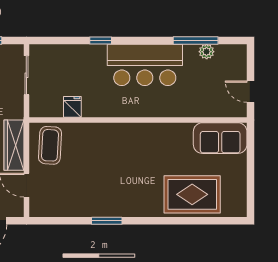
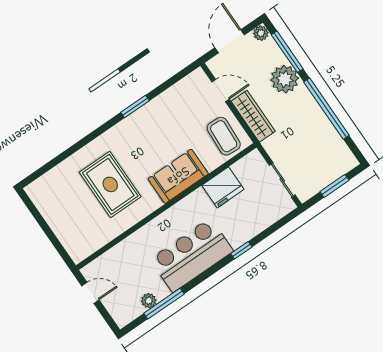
fridge: (72, 107) -> (223, 187), width x1.88, depth x1.34
sofa: (220, 138) -> (178, 176), moved
rug: (192, 194) -> (110, 184), moved, turned 90

